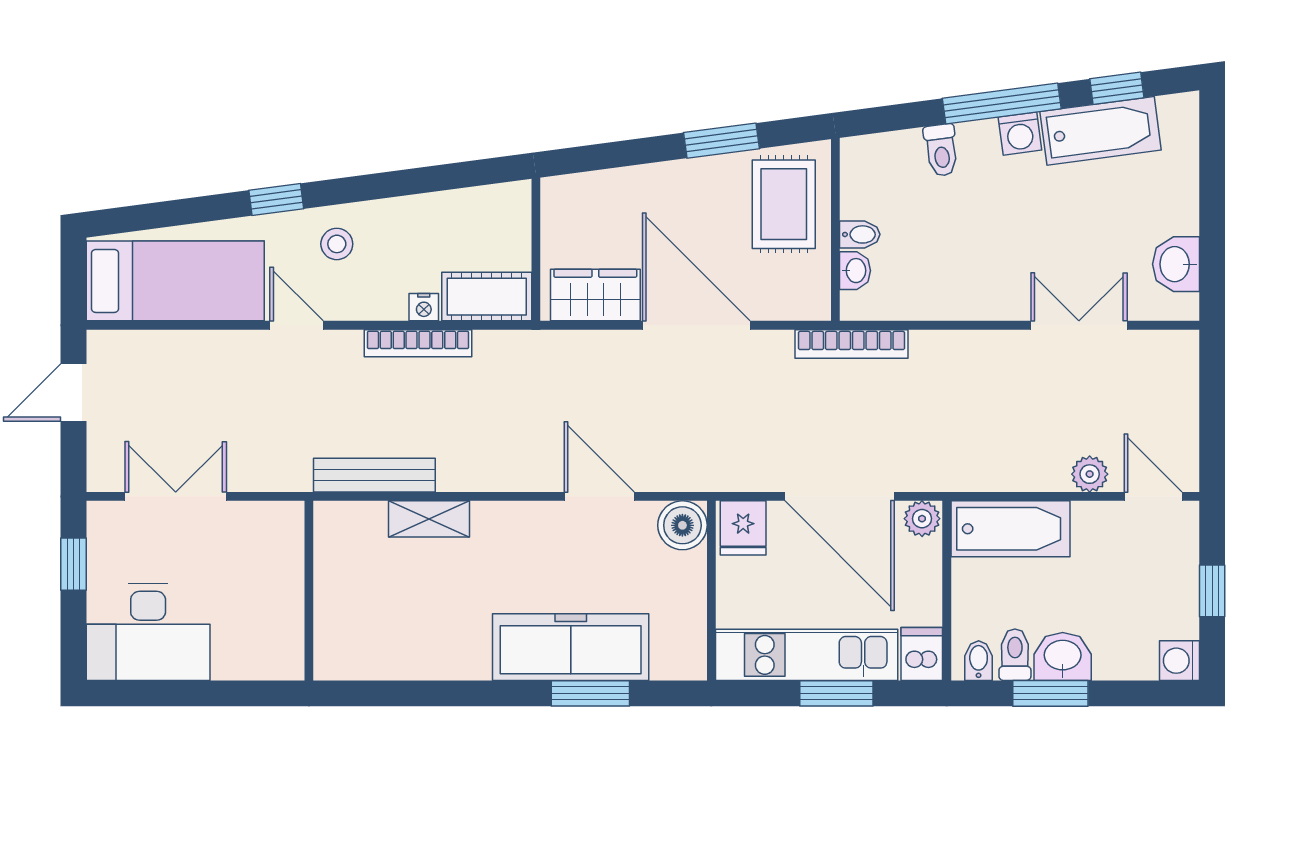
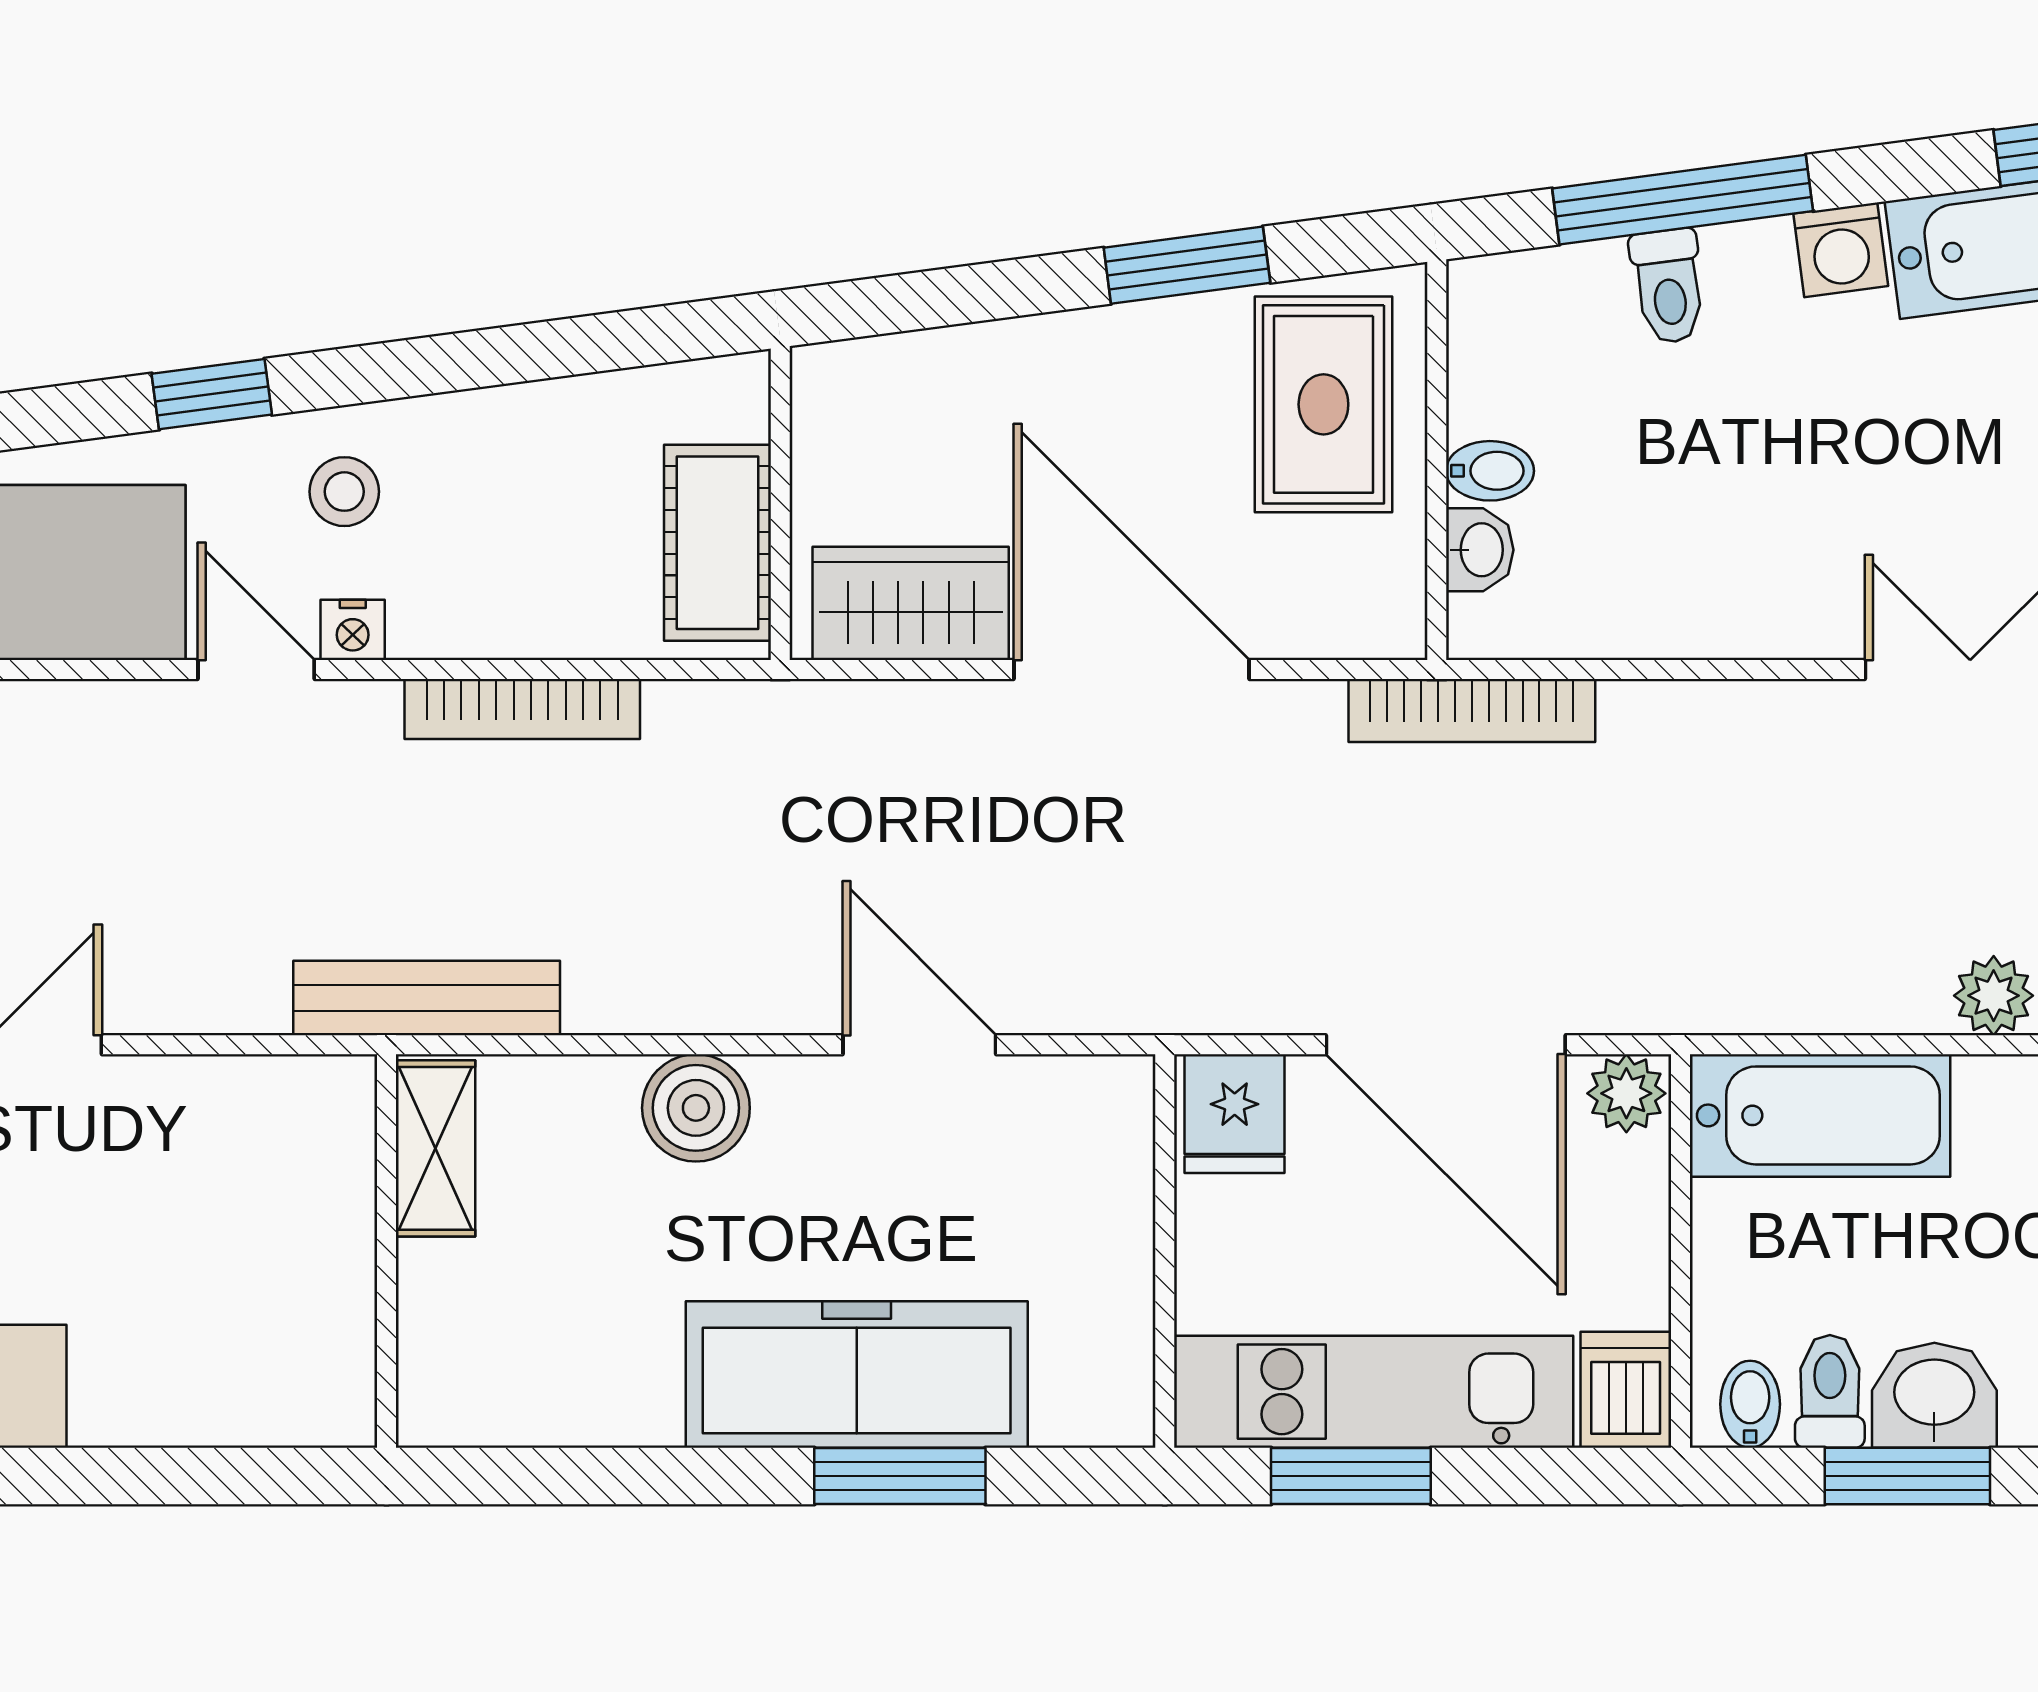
window: (1002, 104) -> (1683, 200), moved
cot: (487, 297) -> (717, 543), moved, turned 90
nightstand: (424, 307) -> (353, 630), moved
shelving: (429, 519) -> (435, 1148), moved, turned 90
boiler: (682, 525) -> (696, 1108), moved
wall: (309, 591) -> (386, 1251), moved
window: (836, 693) -> (1351, 1476), moved

